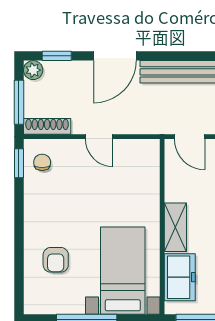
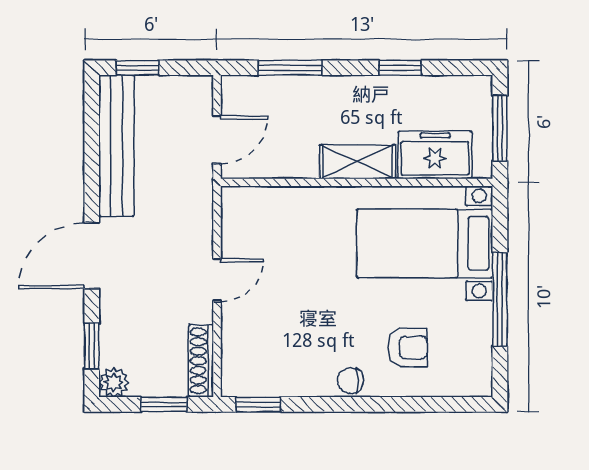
door: (115, 56) -> (92, 256), swing flipped
window: (19, 102) -> (164, 404), width x0.67
chair: (42, 162) -> (350, 381), moved

